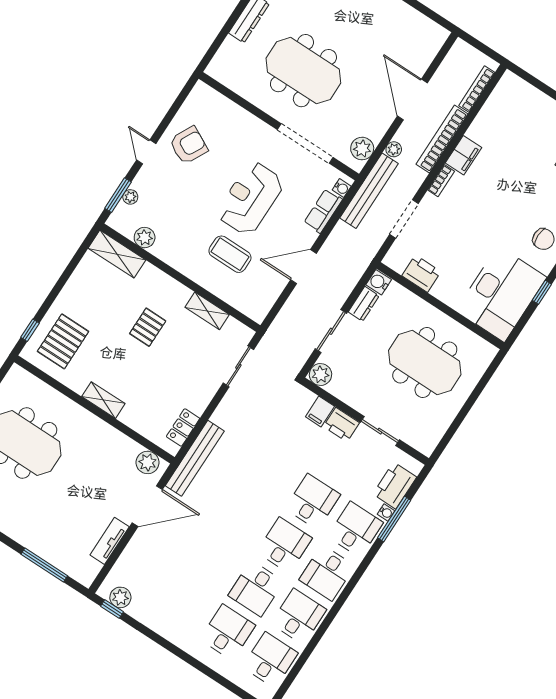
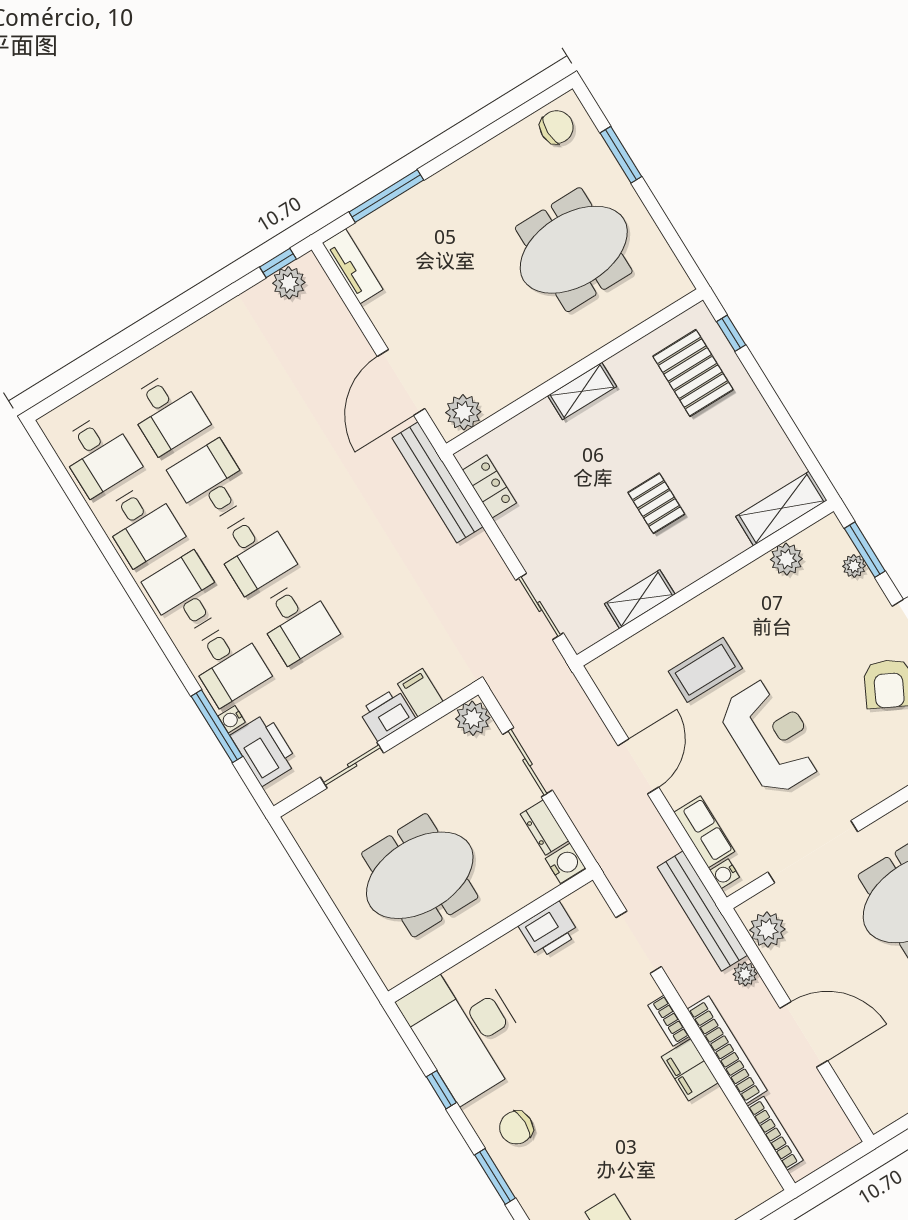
tv unit: (110, 541) -> (353, 266), moved

